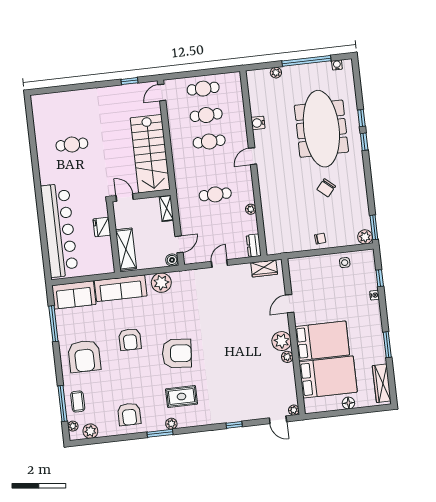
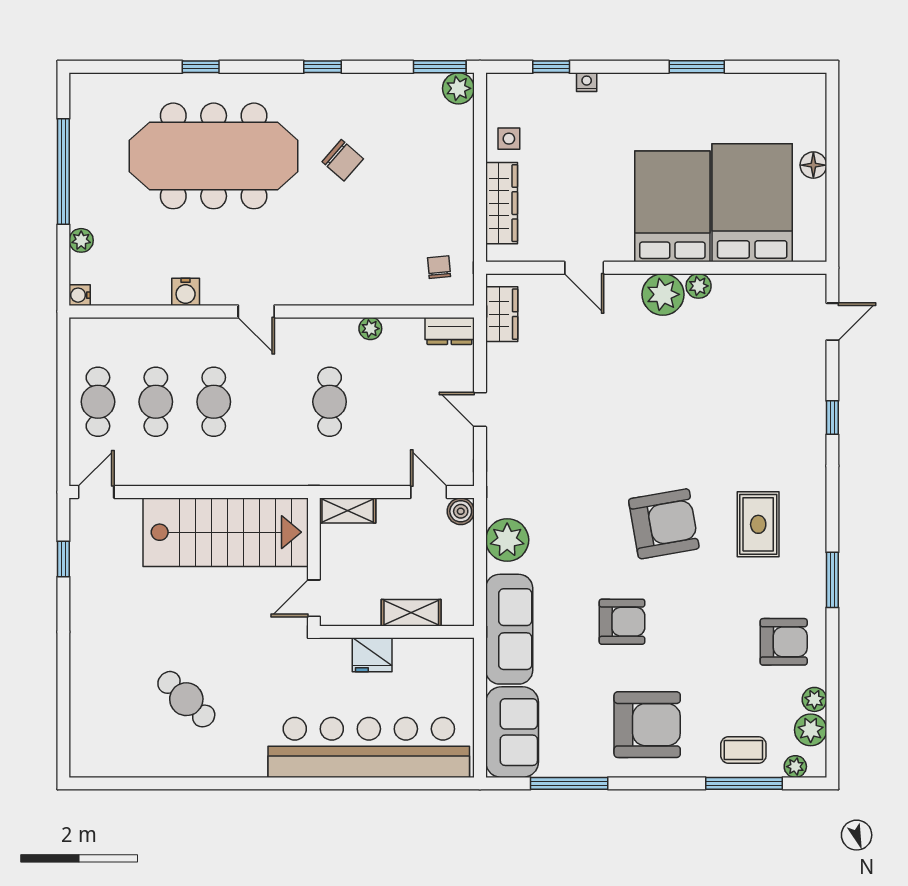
water cooler: (337, 65) -> (80, 295), moved
door: (162, 93) -> (96, 492), swing flipped
window: (364, 142) -> (323, 67), moved
cafe table: (72, 144) -> (186, 699), turned -46
chair: (320, 239) -> (439, 267), moved
shelving: (126, 249) -> (411, 613), width x0.67, depth x0.75
armchair: (177, 353) -> (664, 524), turned 75
wardrobe: (382, 383) -> (502, 203), moved, turned -90
plant: (294, 410) -> (815, 285), removed
plant: (171, 424) -> (814, 699), moved

